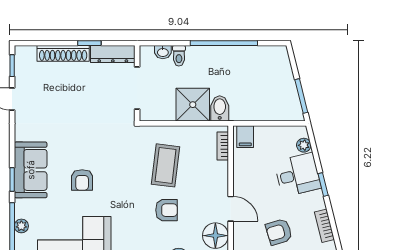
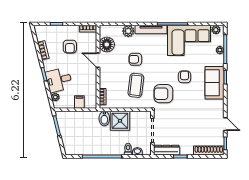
shoe rack: (63, 53) -> (209, 151), moved
filing cabinet: (245, 137) -> (79, 102), moved
armchair: (118, 151) -> (163, 94), added
armchair: (279, 232) -> (70, 47), turned 107

